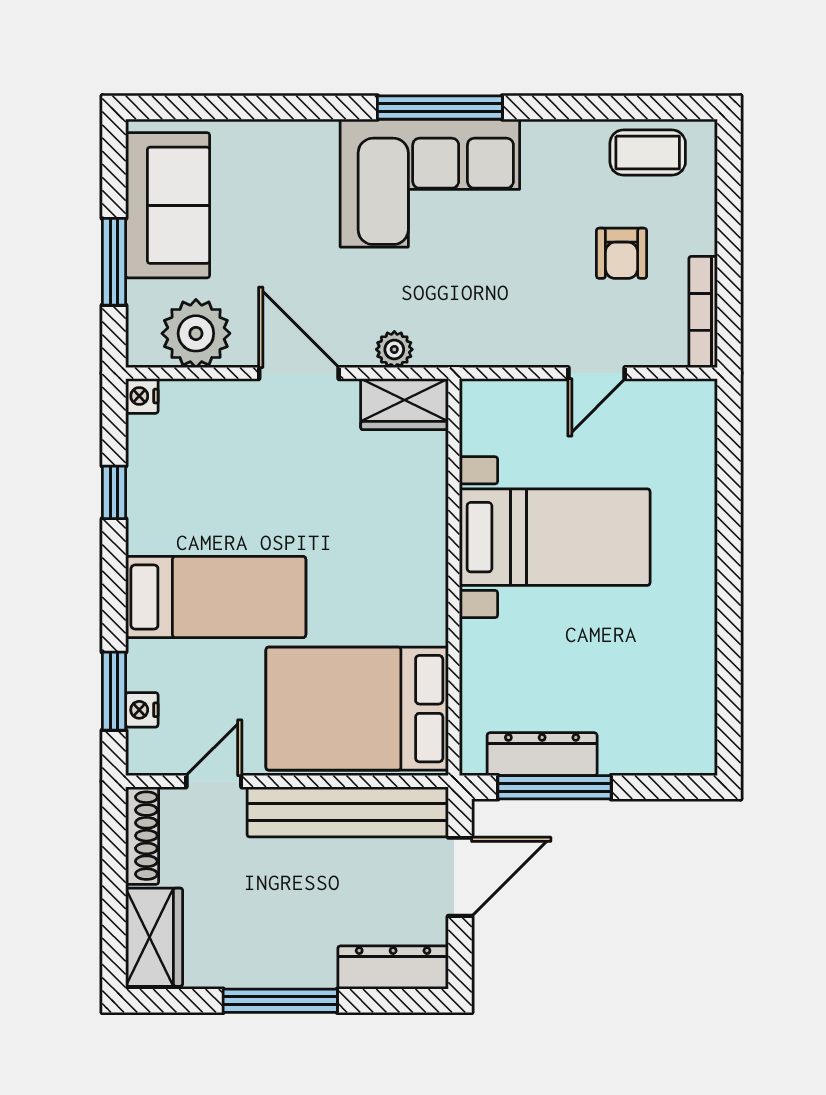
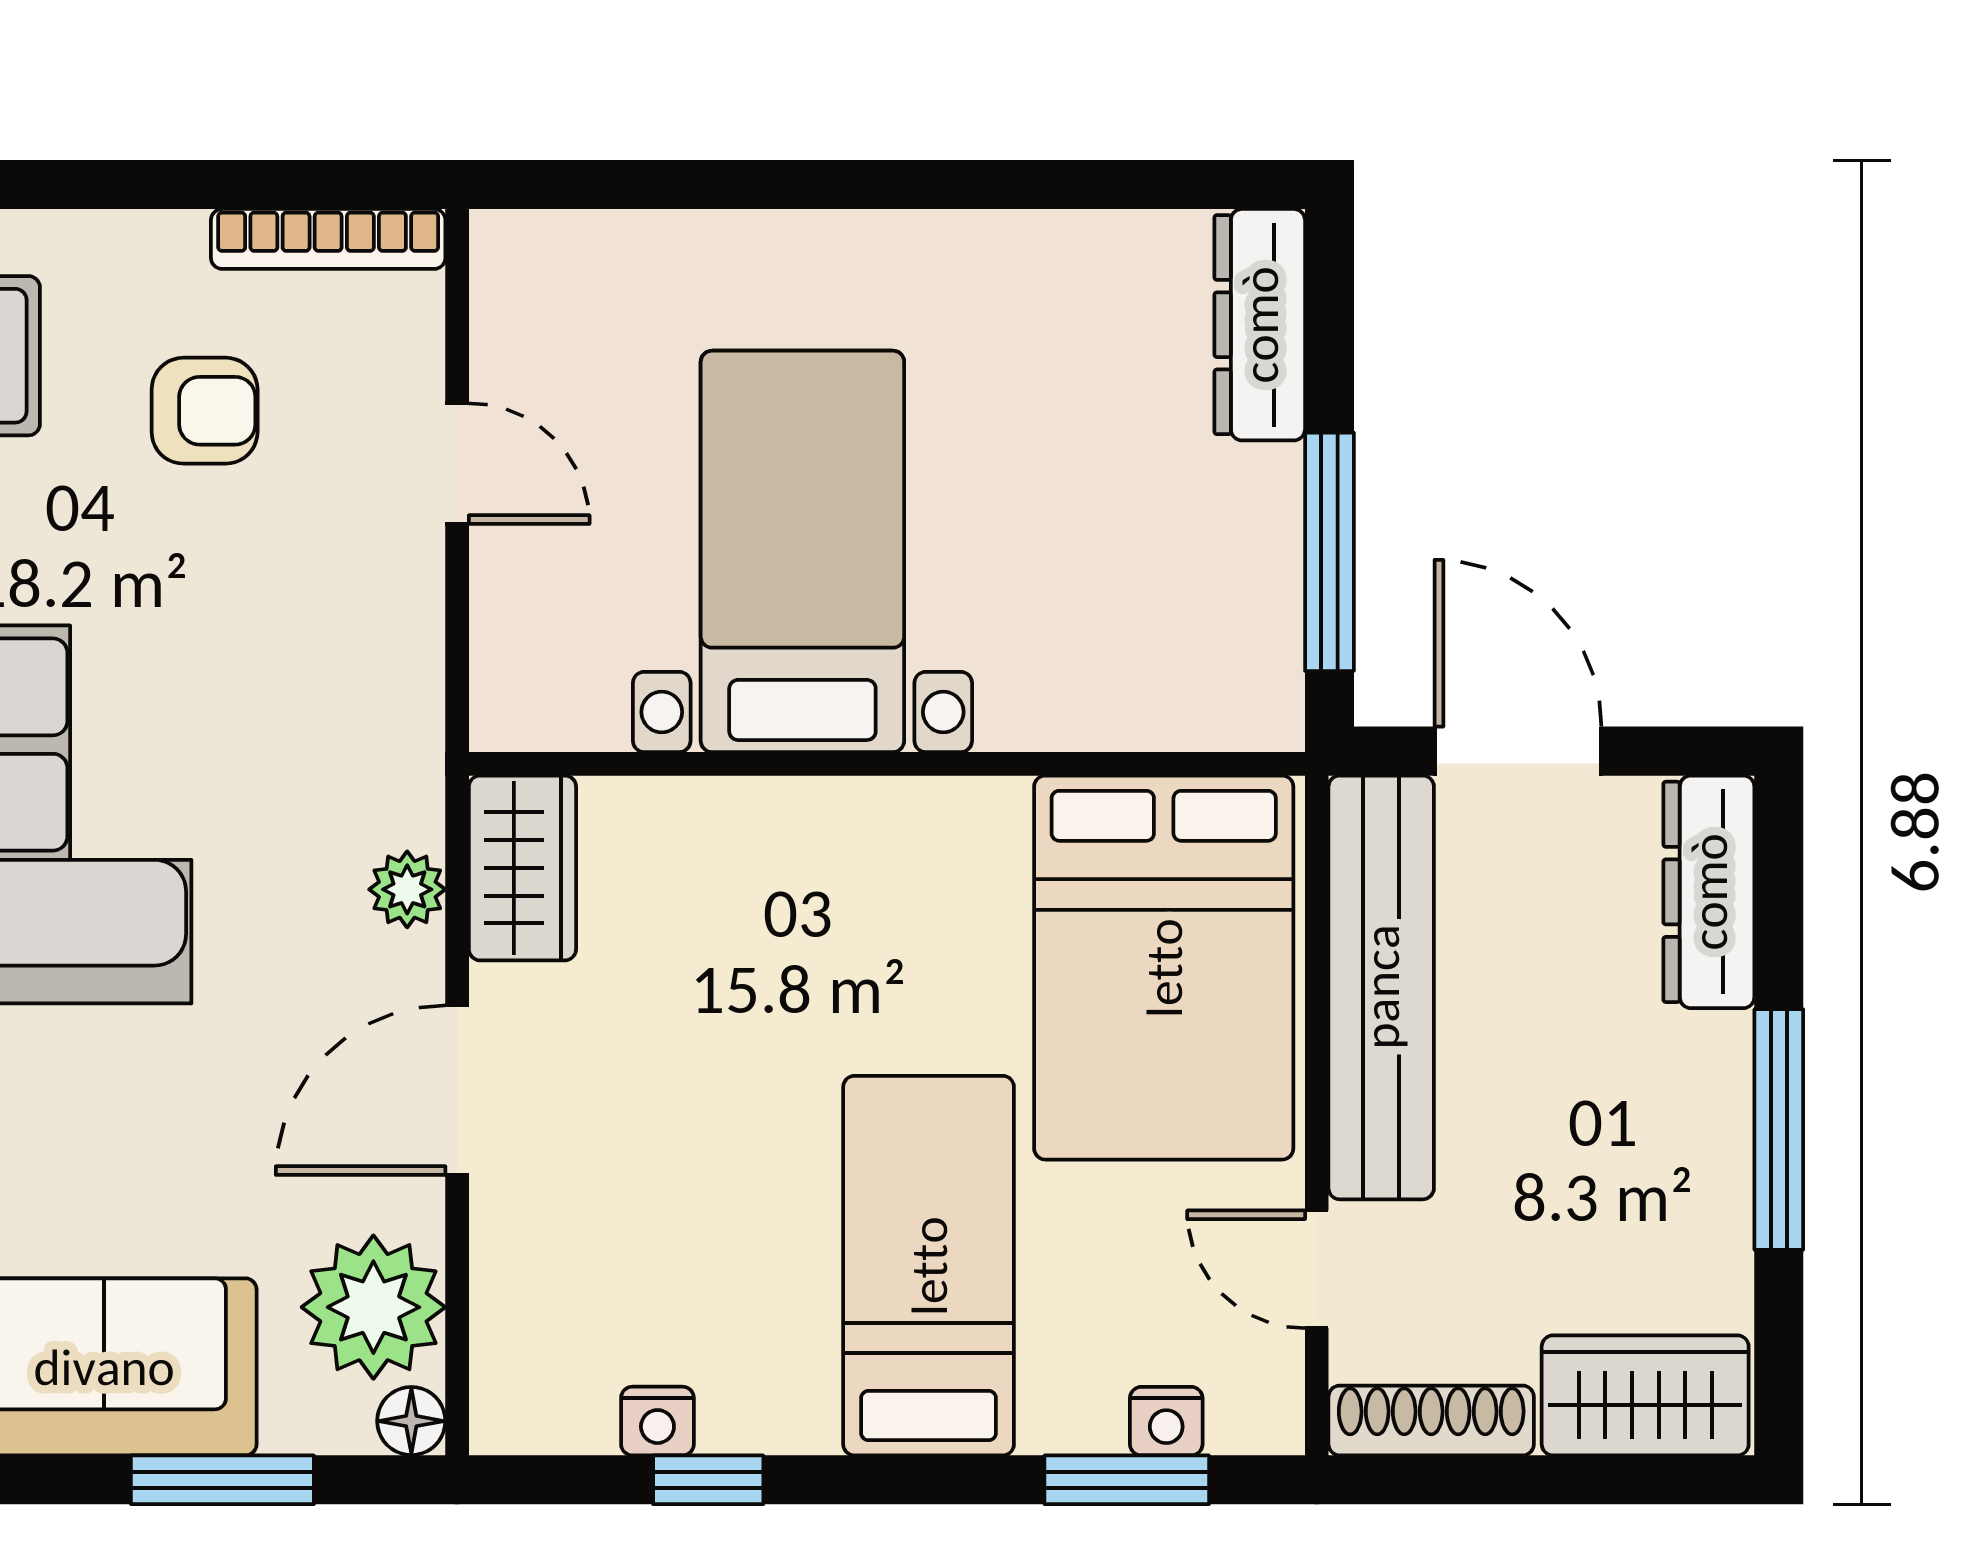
floor lamp: (142, 351) -> (411, 1421), added
nightstand: (142, 396) -> (657, 1421), moved
dresser: (542, 754) -> (1260, 325), moved

